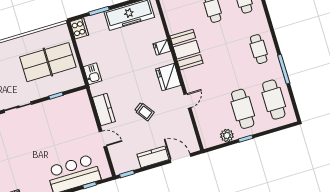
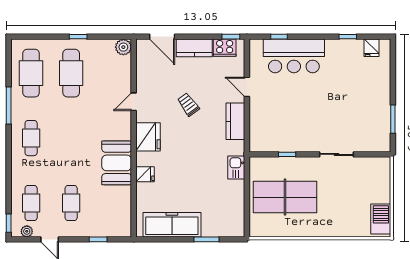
cooker: (79, 28) -> (225, 48), moved, turned -90
plant: (227, 136) -> (123, 47), moved

